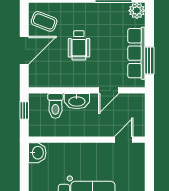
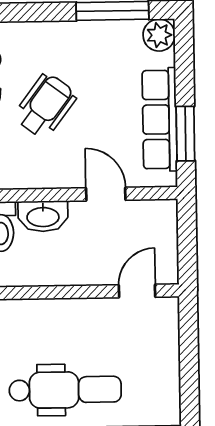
wheelchair: (79, 45) -> (45, 106), turned -143
door: (109, 90) -> (106, 194), swing flipped

